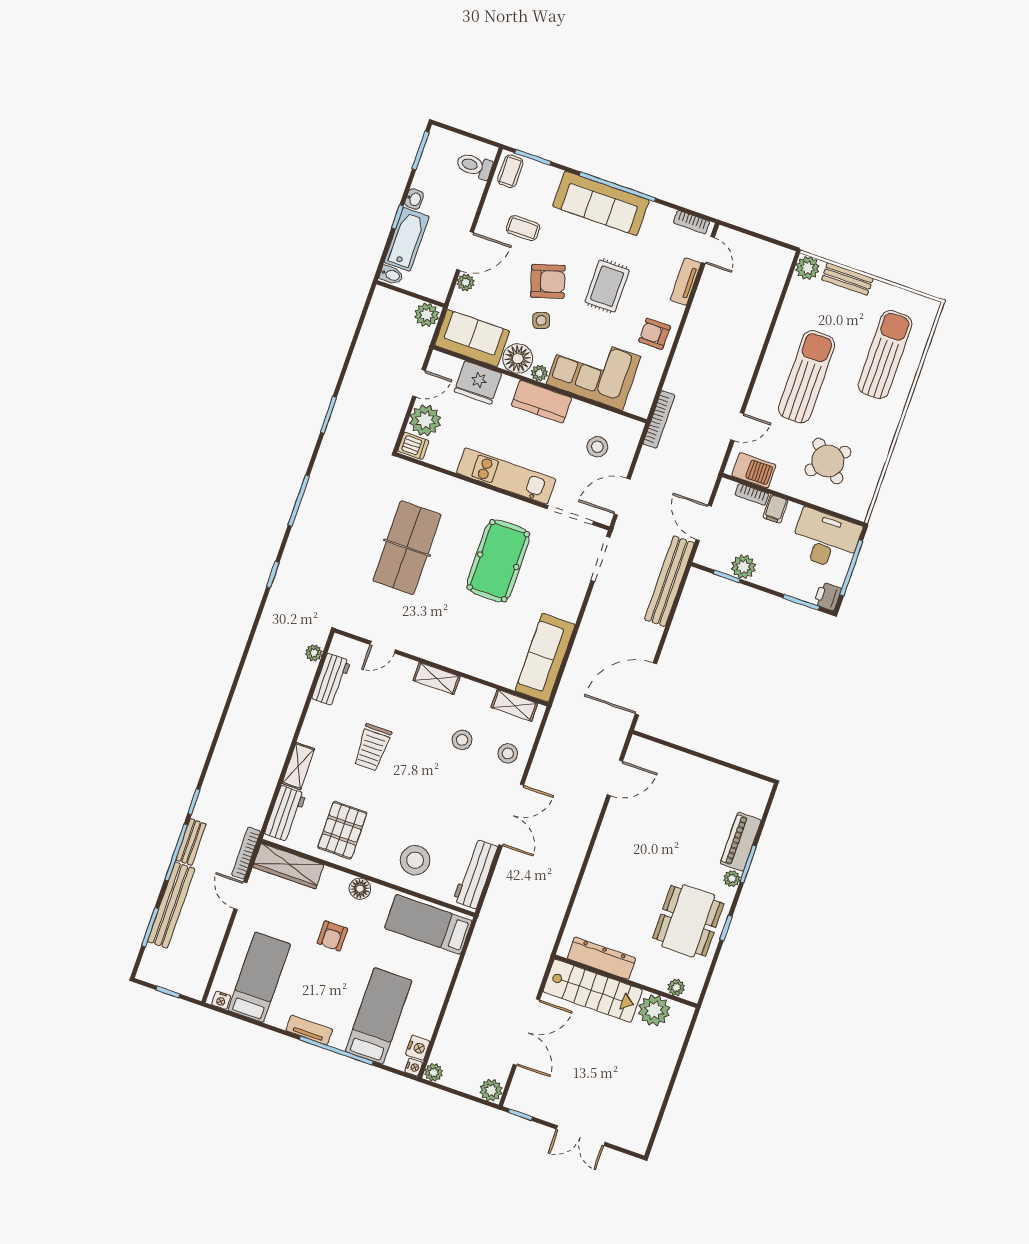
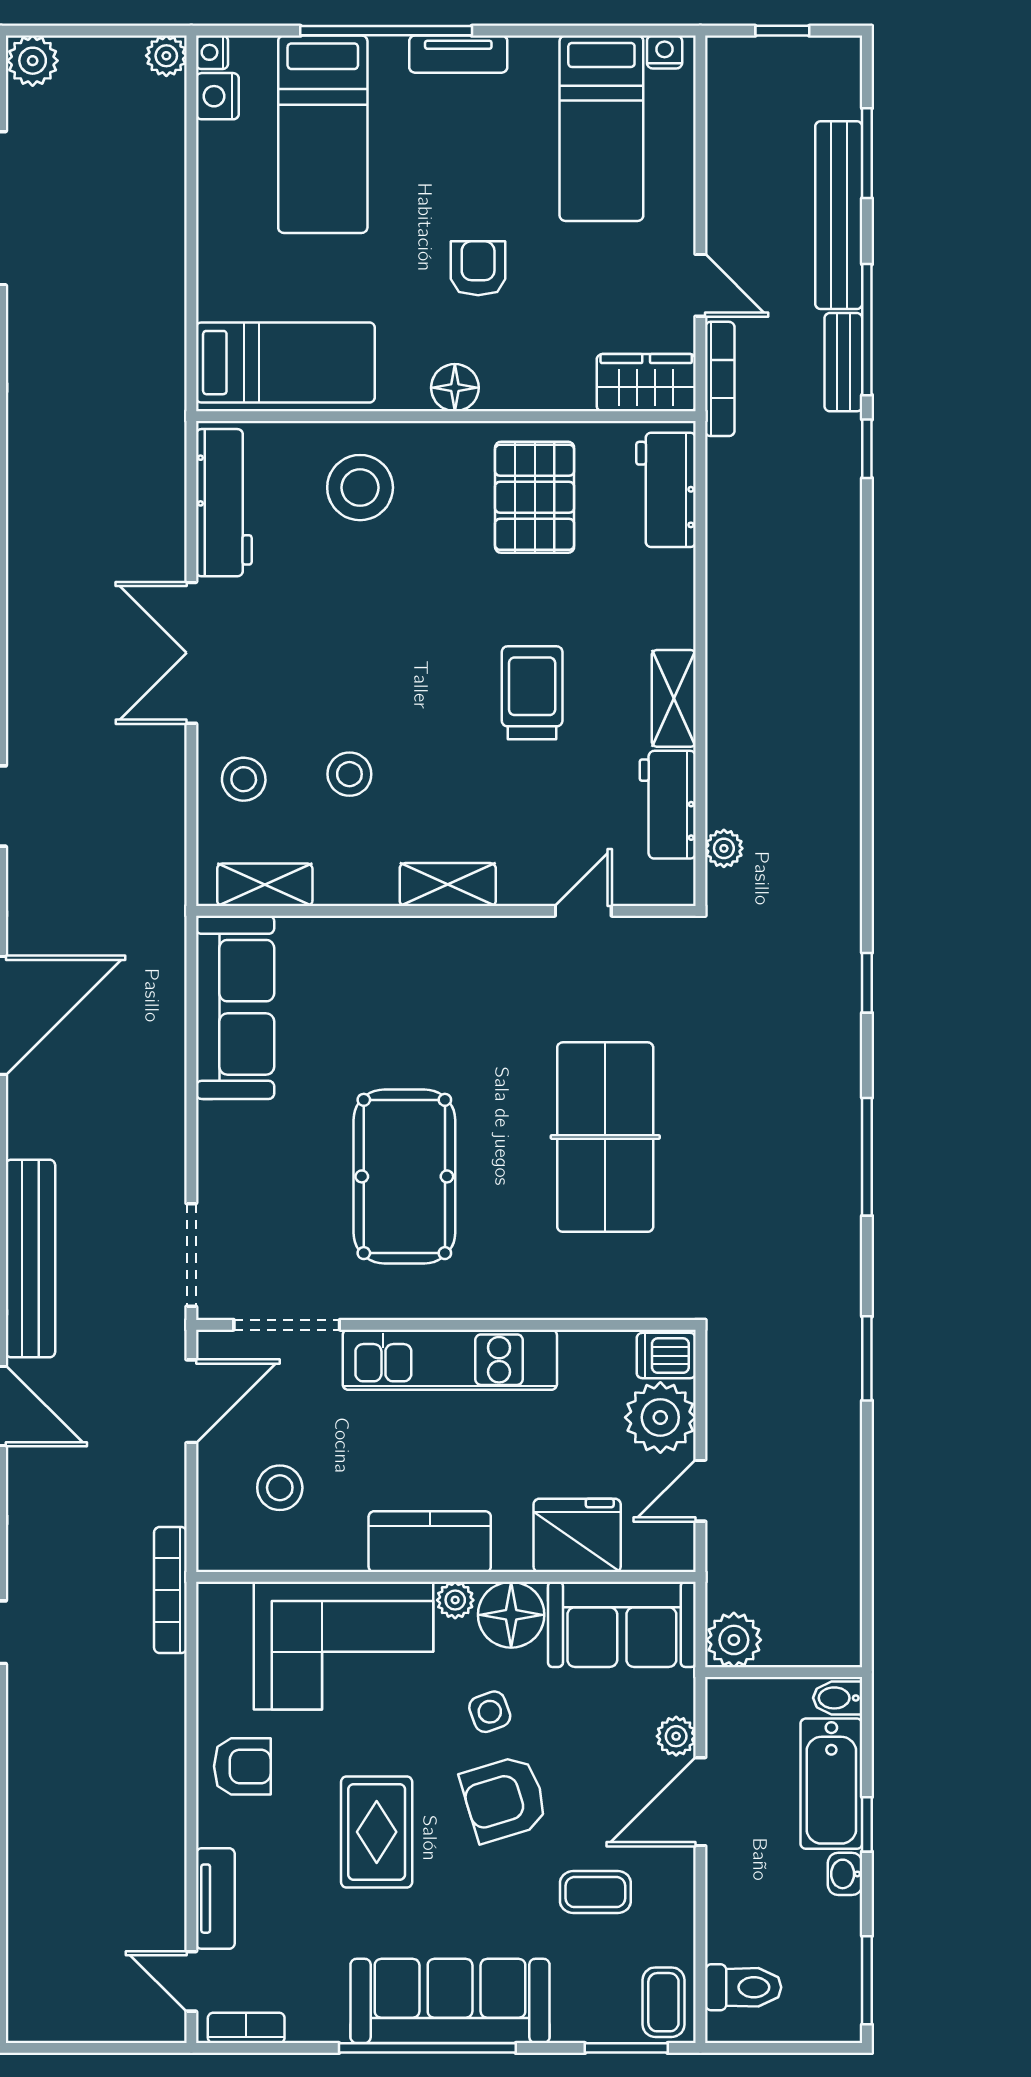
shelving: (298, 766) -> (674, 698), moved
wardrobe: (288, 866) -> (646, 383), width x0.67

